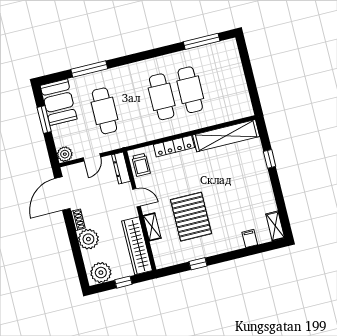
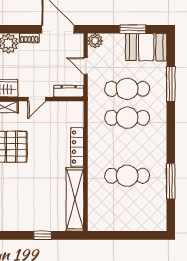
window: (202, 41) -> (171, 181), moved
cafe table: (162, 97) -> (127, 118), moved
trolley: (141, 165) -> (67, 111), removed

